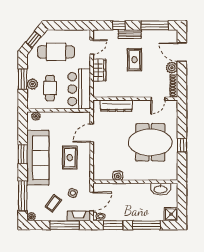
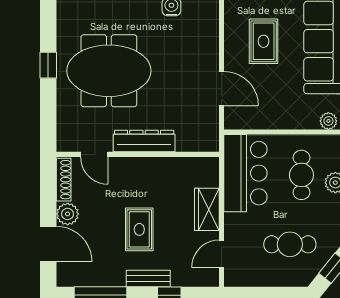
cafe table: (56, 52) -> (290, 244), width x0.73, depth x0.74
door: (158, 99) -> (94, 154), swing flipped
dresser: (116, 106) -> (144, 141), moved
door: (92, 133) -> (222, 88), hinge flipped

